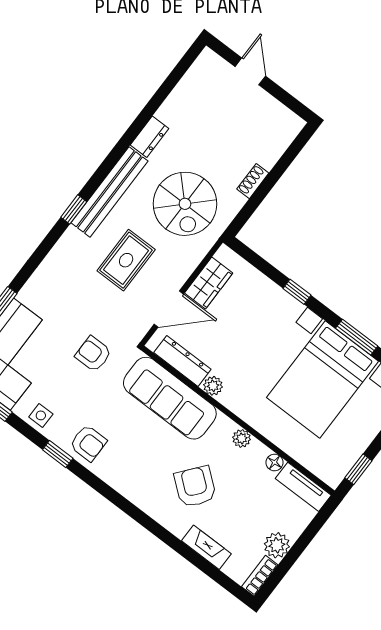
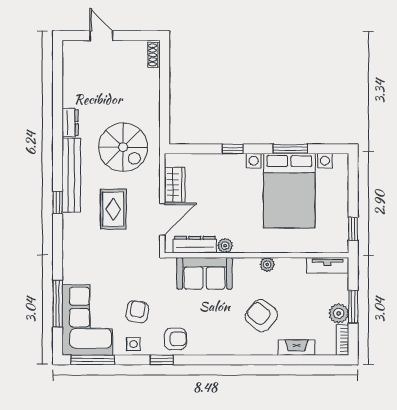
shoe rack: (253, 181) -> (154, 55), moved
armchair: (93, 354) -> (137, 312), moved, turned 100
sofa: (170, 398) -> (205, 273), width x0.73
floor lamp: (274, 462) -> (299, 264), removed
window: (297, 550) -> (353, 307), added

